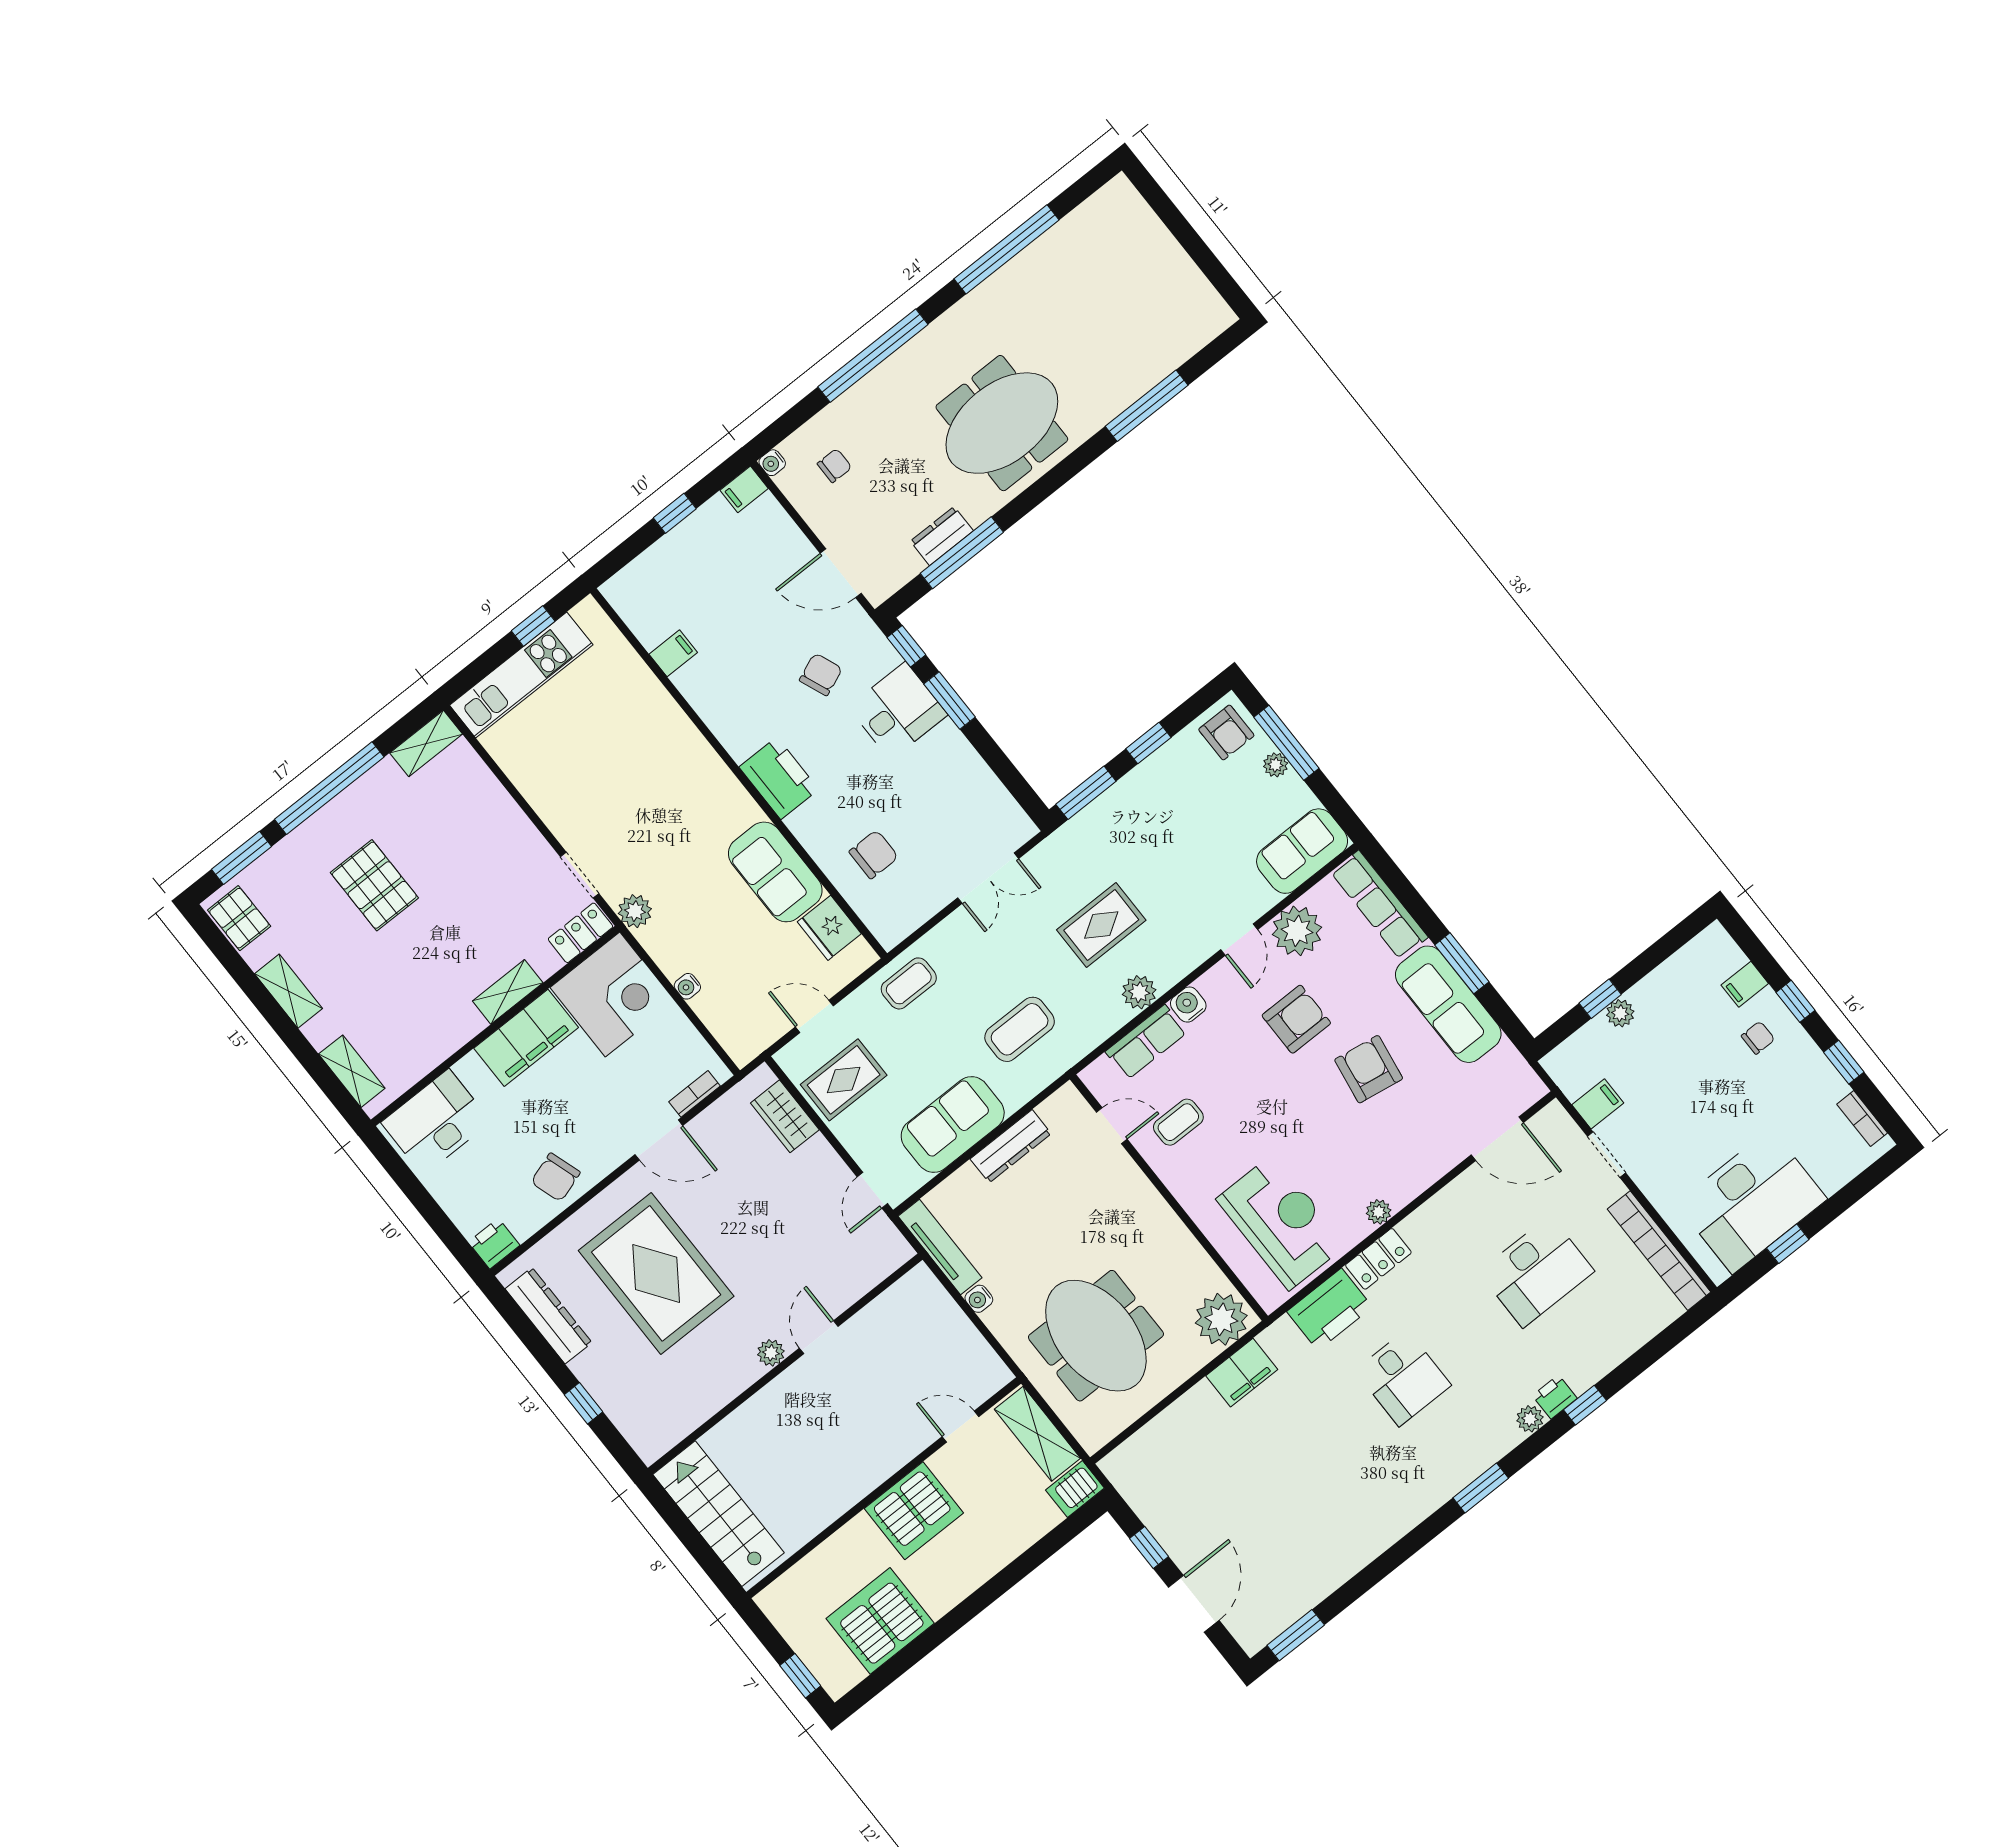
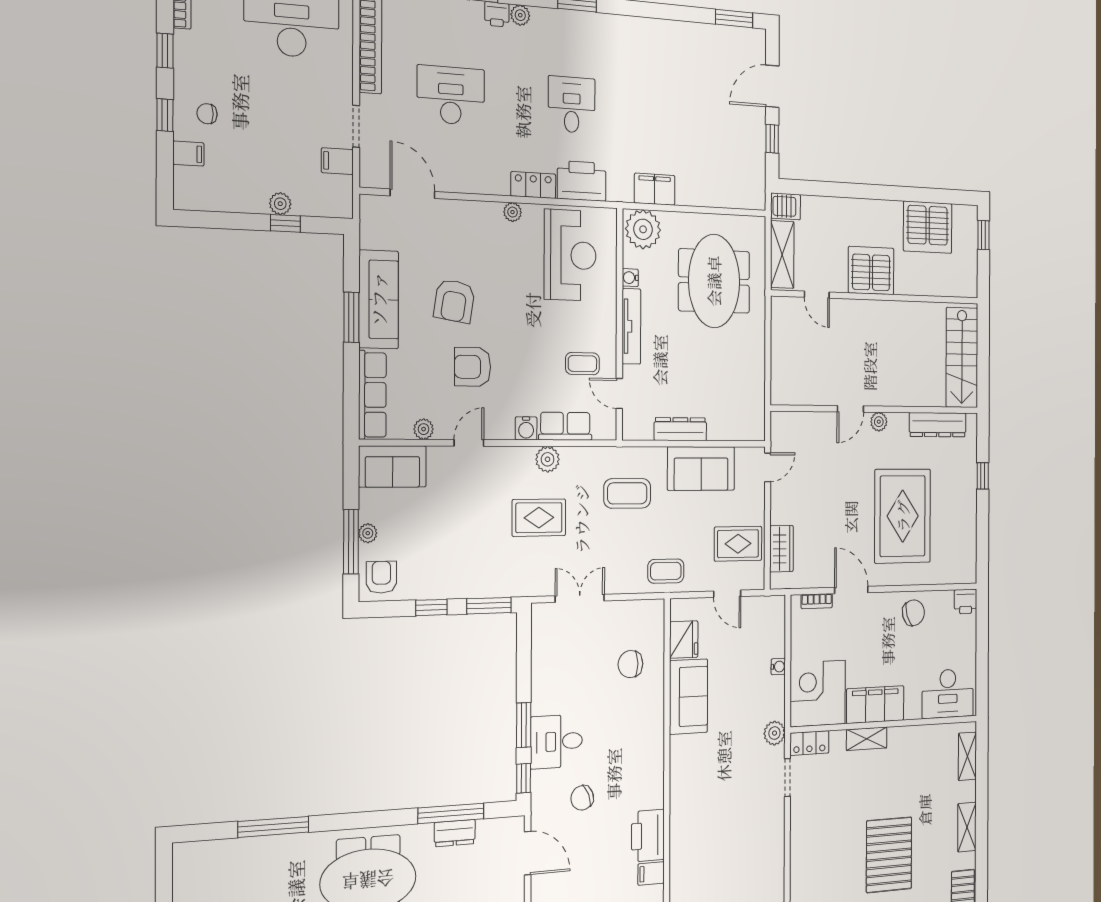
printer: (779, 778) -> (648, 836), moved
pallet: (374, 885) -> (889, 855), width x1.37, depth x1.41
plant: (1297, 931) -> (424, 429), width x0.53, depth x0.53
reception desk: (1281, 1222) -> (570, 255), turned 180
tv unit: (940, 1247) -> (631, 326), moved, turned 180
water cooler: (979, 1299) -> (630, 278), moved, turned 180
dresser: (549, 1316) -> (938, 425), moved, turned -90

